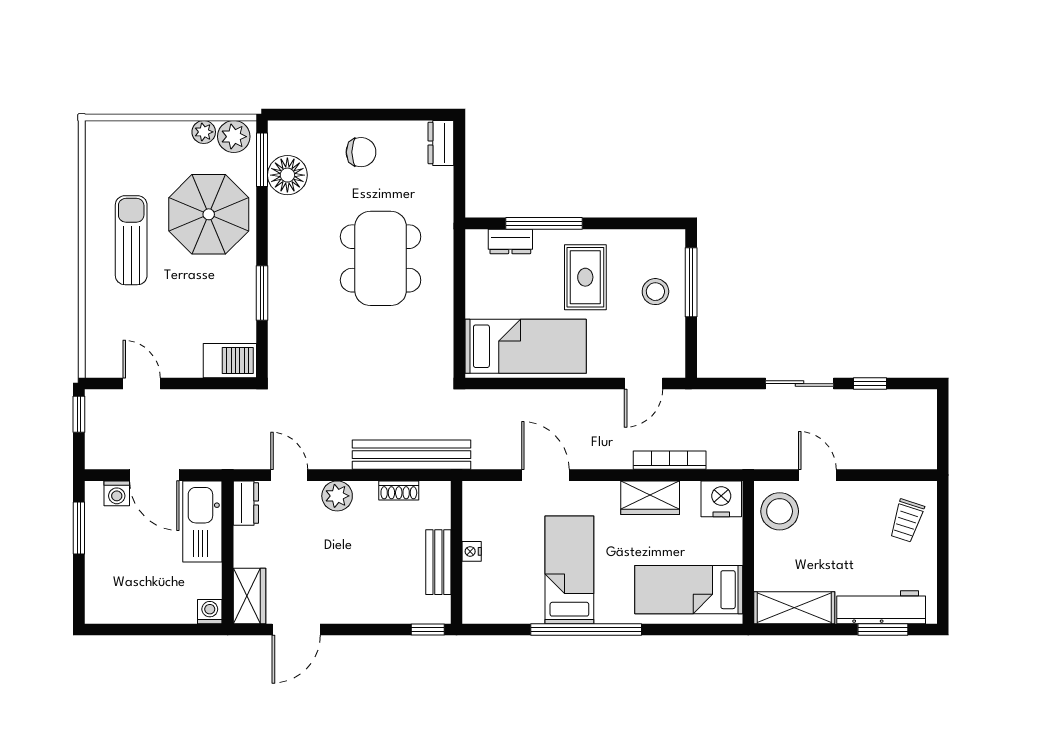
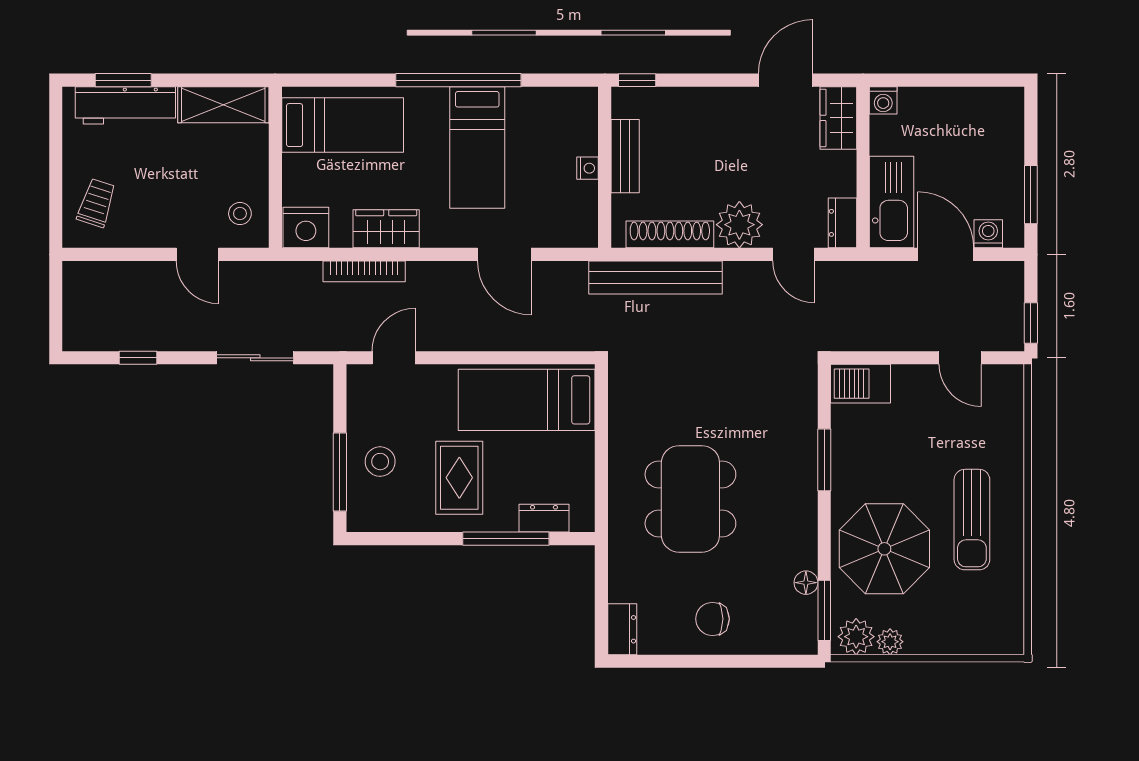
floor lamp: (287, 175) -> (806, 583), width x0.53, depth x0.53
sliding door: (800, 384) -> (255, 358), moved
shoe rack: (399, 490) -> (670, 234), width x1.94, depth x1.24
plant: (337, 496) -> (739, 225), width x1.36, depth x1.36
stool: (780, 511) -> (240, 214), width x0.53, depth x0.53

